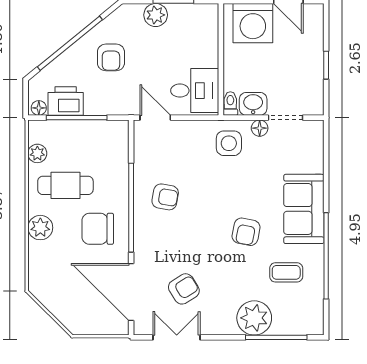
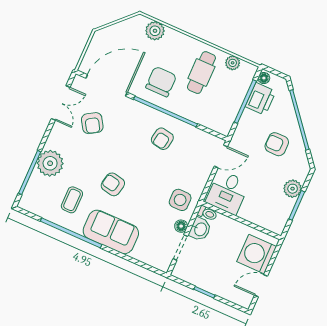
plant: (40, 228) -> (155, 31), moved

